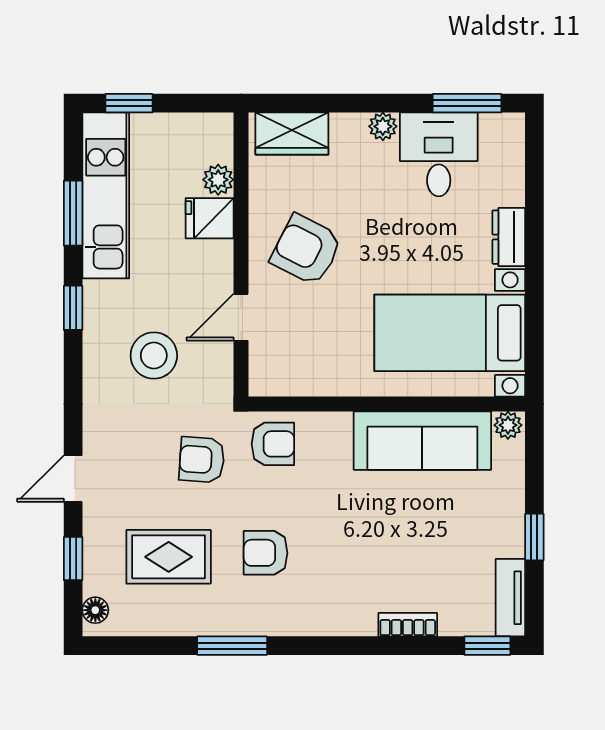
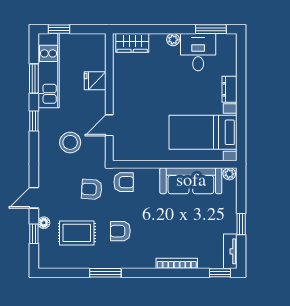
plant: (218, 180) -> (99, 63), removed
armchair: (306, 250) -> (139, 95), removed
floor lamp: (95, 610) -> (44, 223), moved
bookcase: (408, 625) -> (177, 263), width x1.56

